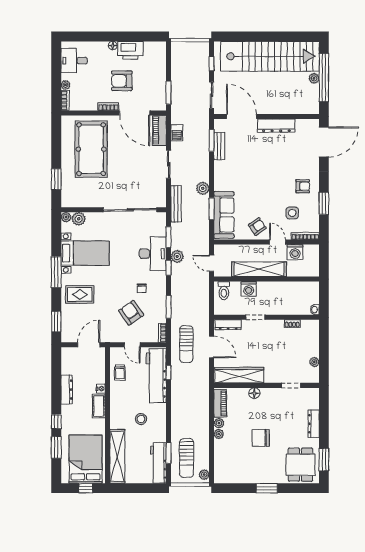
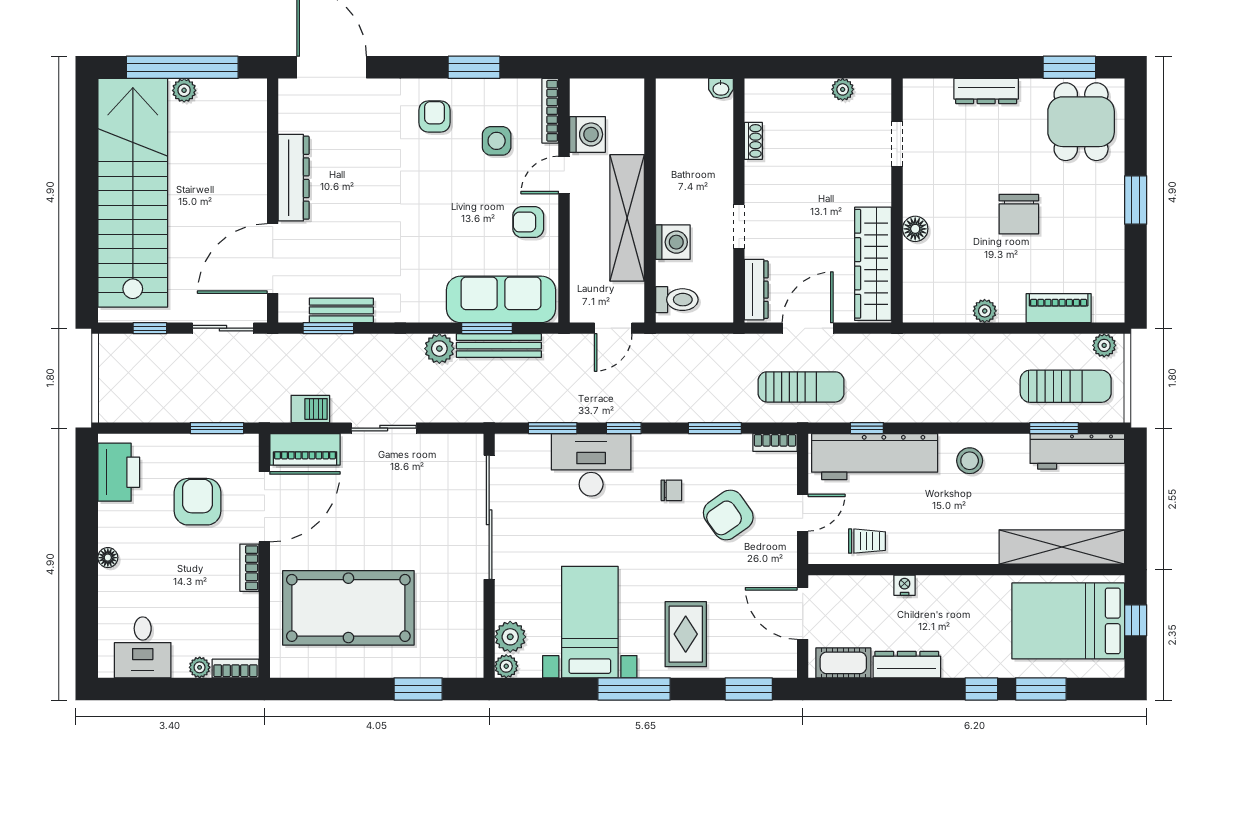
printer: (131, 50) -> (119, 472), moved
armchair: (122, 81) -> (198, 502), moved, turned 180
bench: (176, 204) -> (499, 346), moved
armchair: (257, 227) -> (528, 222), turned -55
plant: (177, 256) -> (598, 408), removed
piano: (220, 403) -> (1059, 308), moved
cot: (99, 406) -> (843, 663), moved
stool: (141, 419) -> (970, 461), moved
plant: (219, 434) -> (1010, 311), removed
dining table: (300, 465) -> (1081, 122), turned 90

